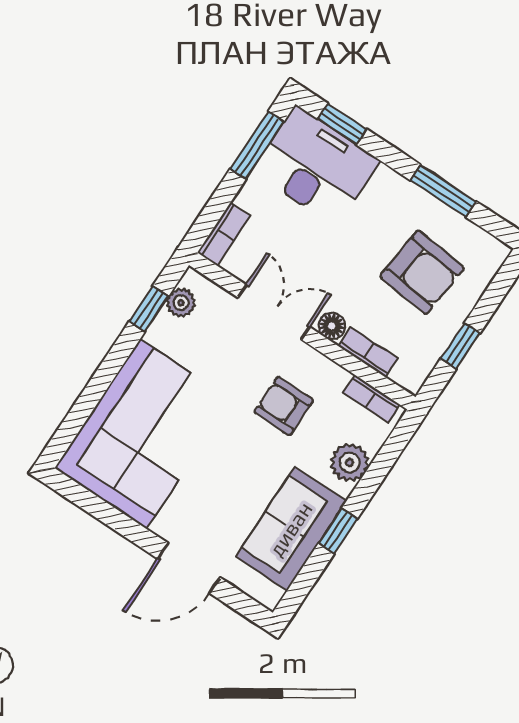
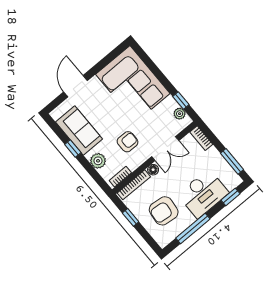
desk: (316, 166) -> (203, 194), moved
window: (443, 191) -> (193, 228), width x1.44
bookcase: (368, 352) -> (134, 185), width x1.56

